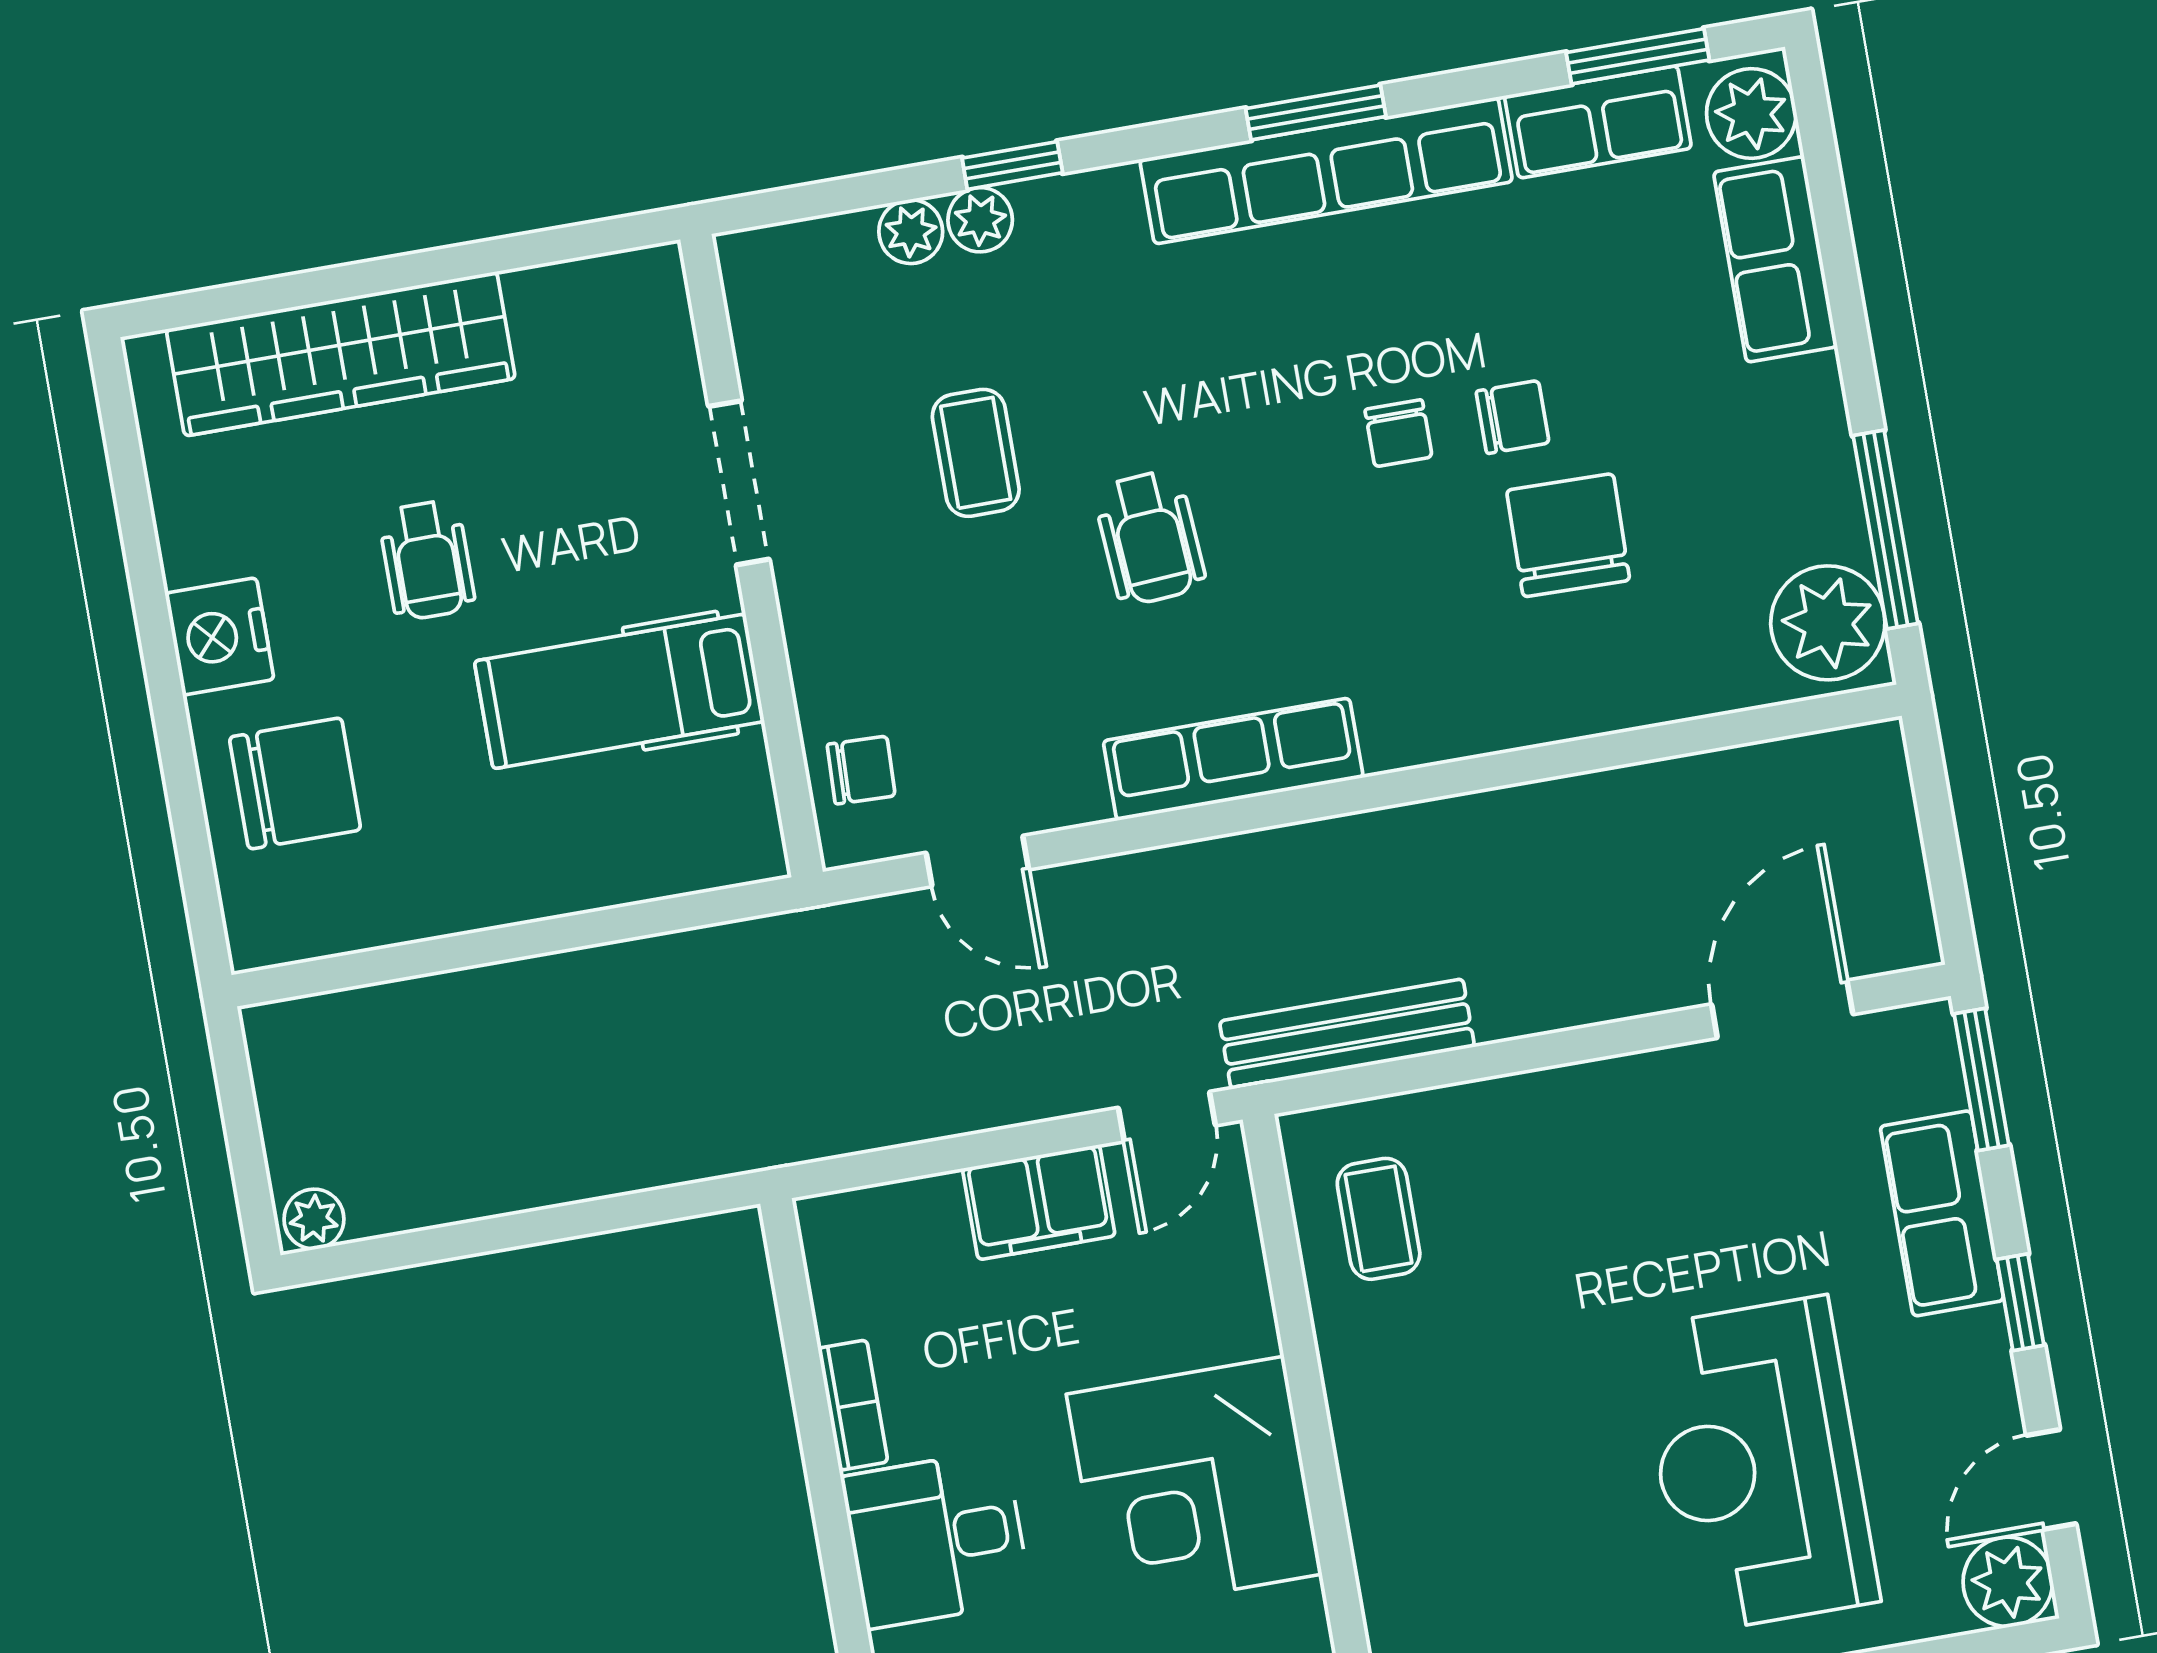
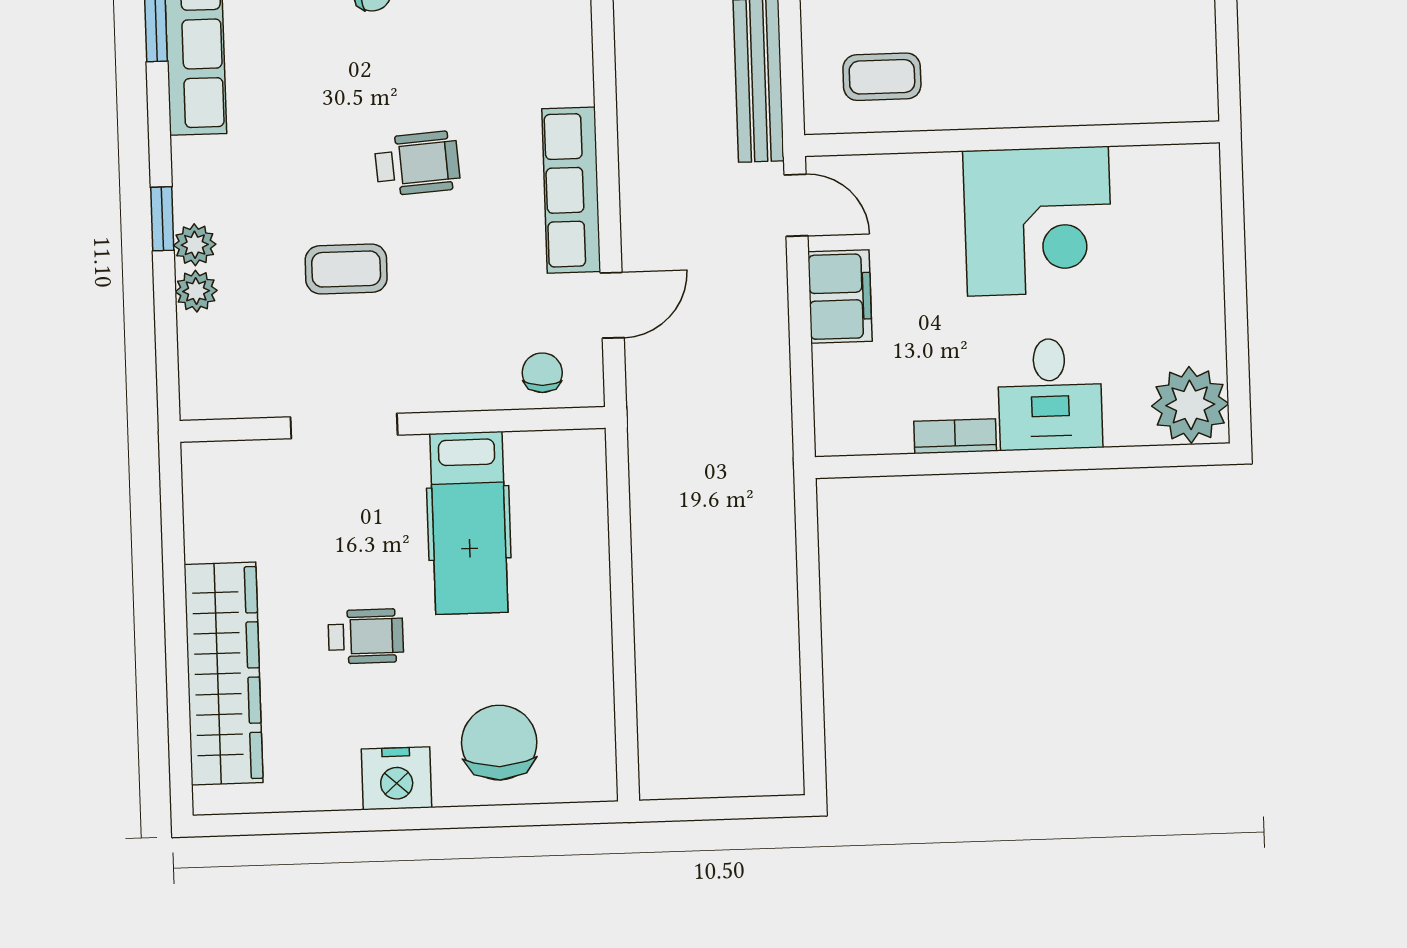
row of seats: (1233, 759) -> (571, 190), moved
plant: (314, 1219) -> (785, 770), removed

